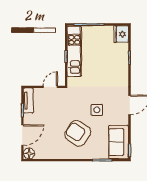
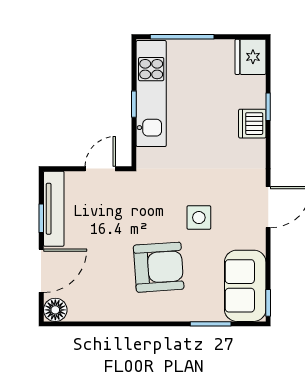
dishwasher: (122, 66) -> (252, 124), added
tv unit: (28, 101) -> (54, 209), width x1.41
armchair: (78, 133) -> (159, 267), turned 143

